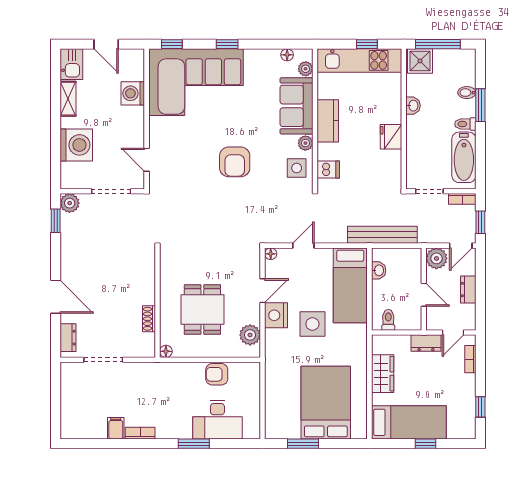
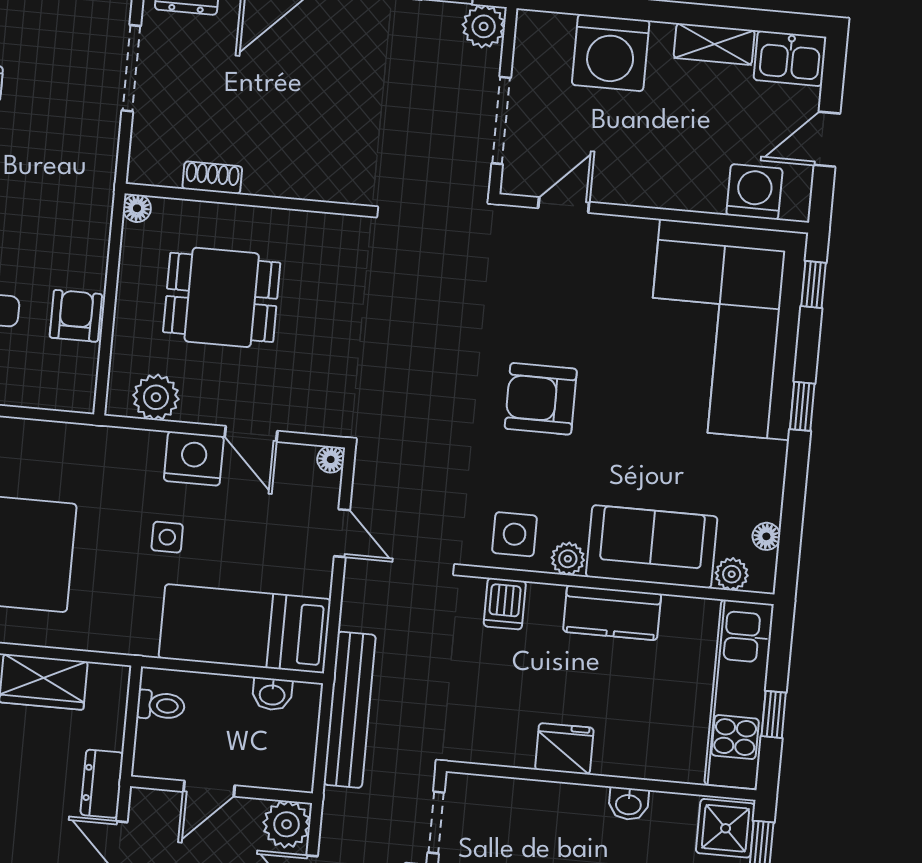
washing machine: (133, 93) -> (754, 192), moved
side table: (312, 324) -> (167, 537), width x0.54, depth x0.54

